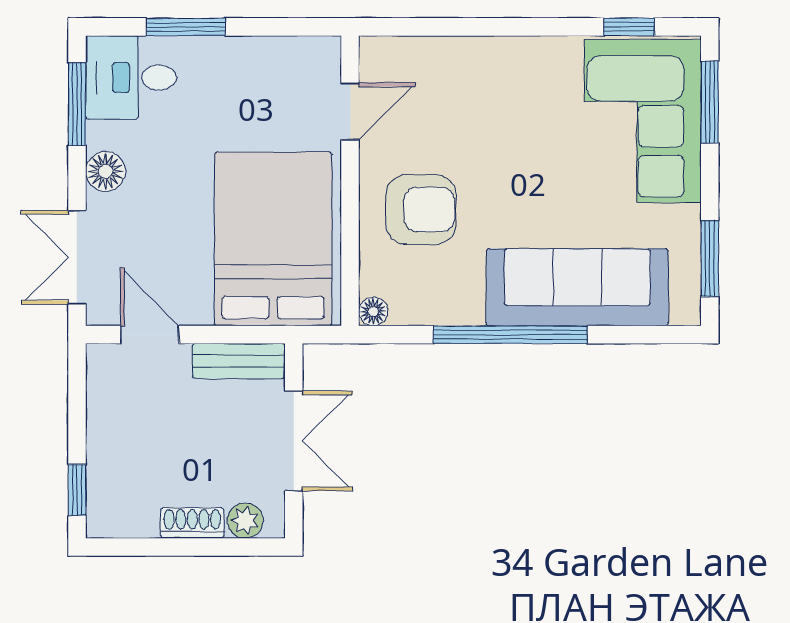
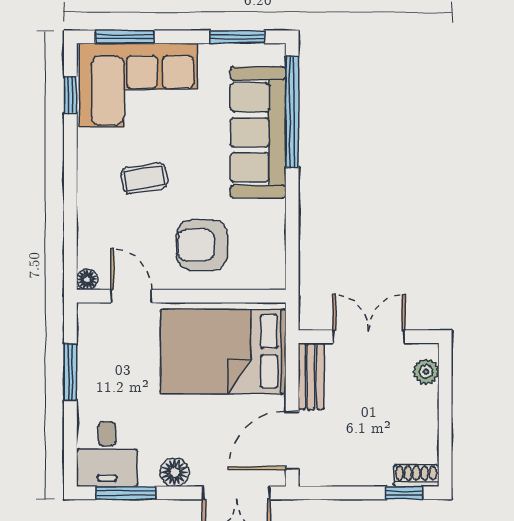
window: (186, 27) -> (70, 372), moved
coffee table: (514, 129) -> (144, 178), added
armchair: (421, 209) -> (202, 245), turned -90
floor lamp: (373, 311) -> (87, 279), moved
door: (150, 335) -> (292, 441), width x1.38
window: (510, 335) -> (292, 112), moved
shoe rack: (192, 523) -> (416, 476), moved, turned 90

